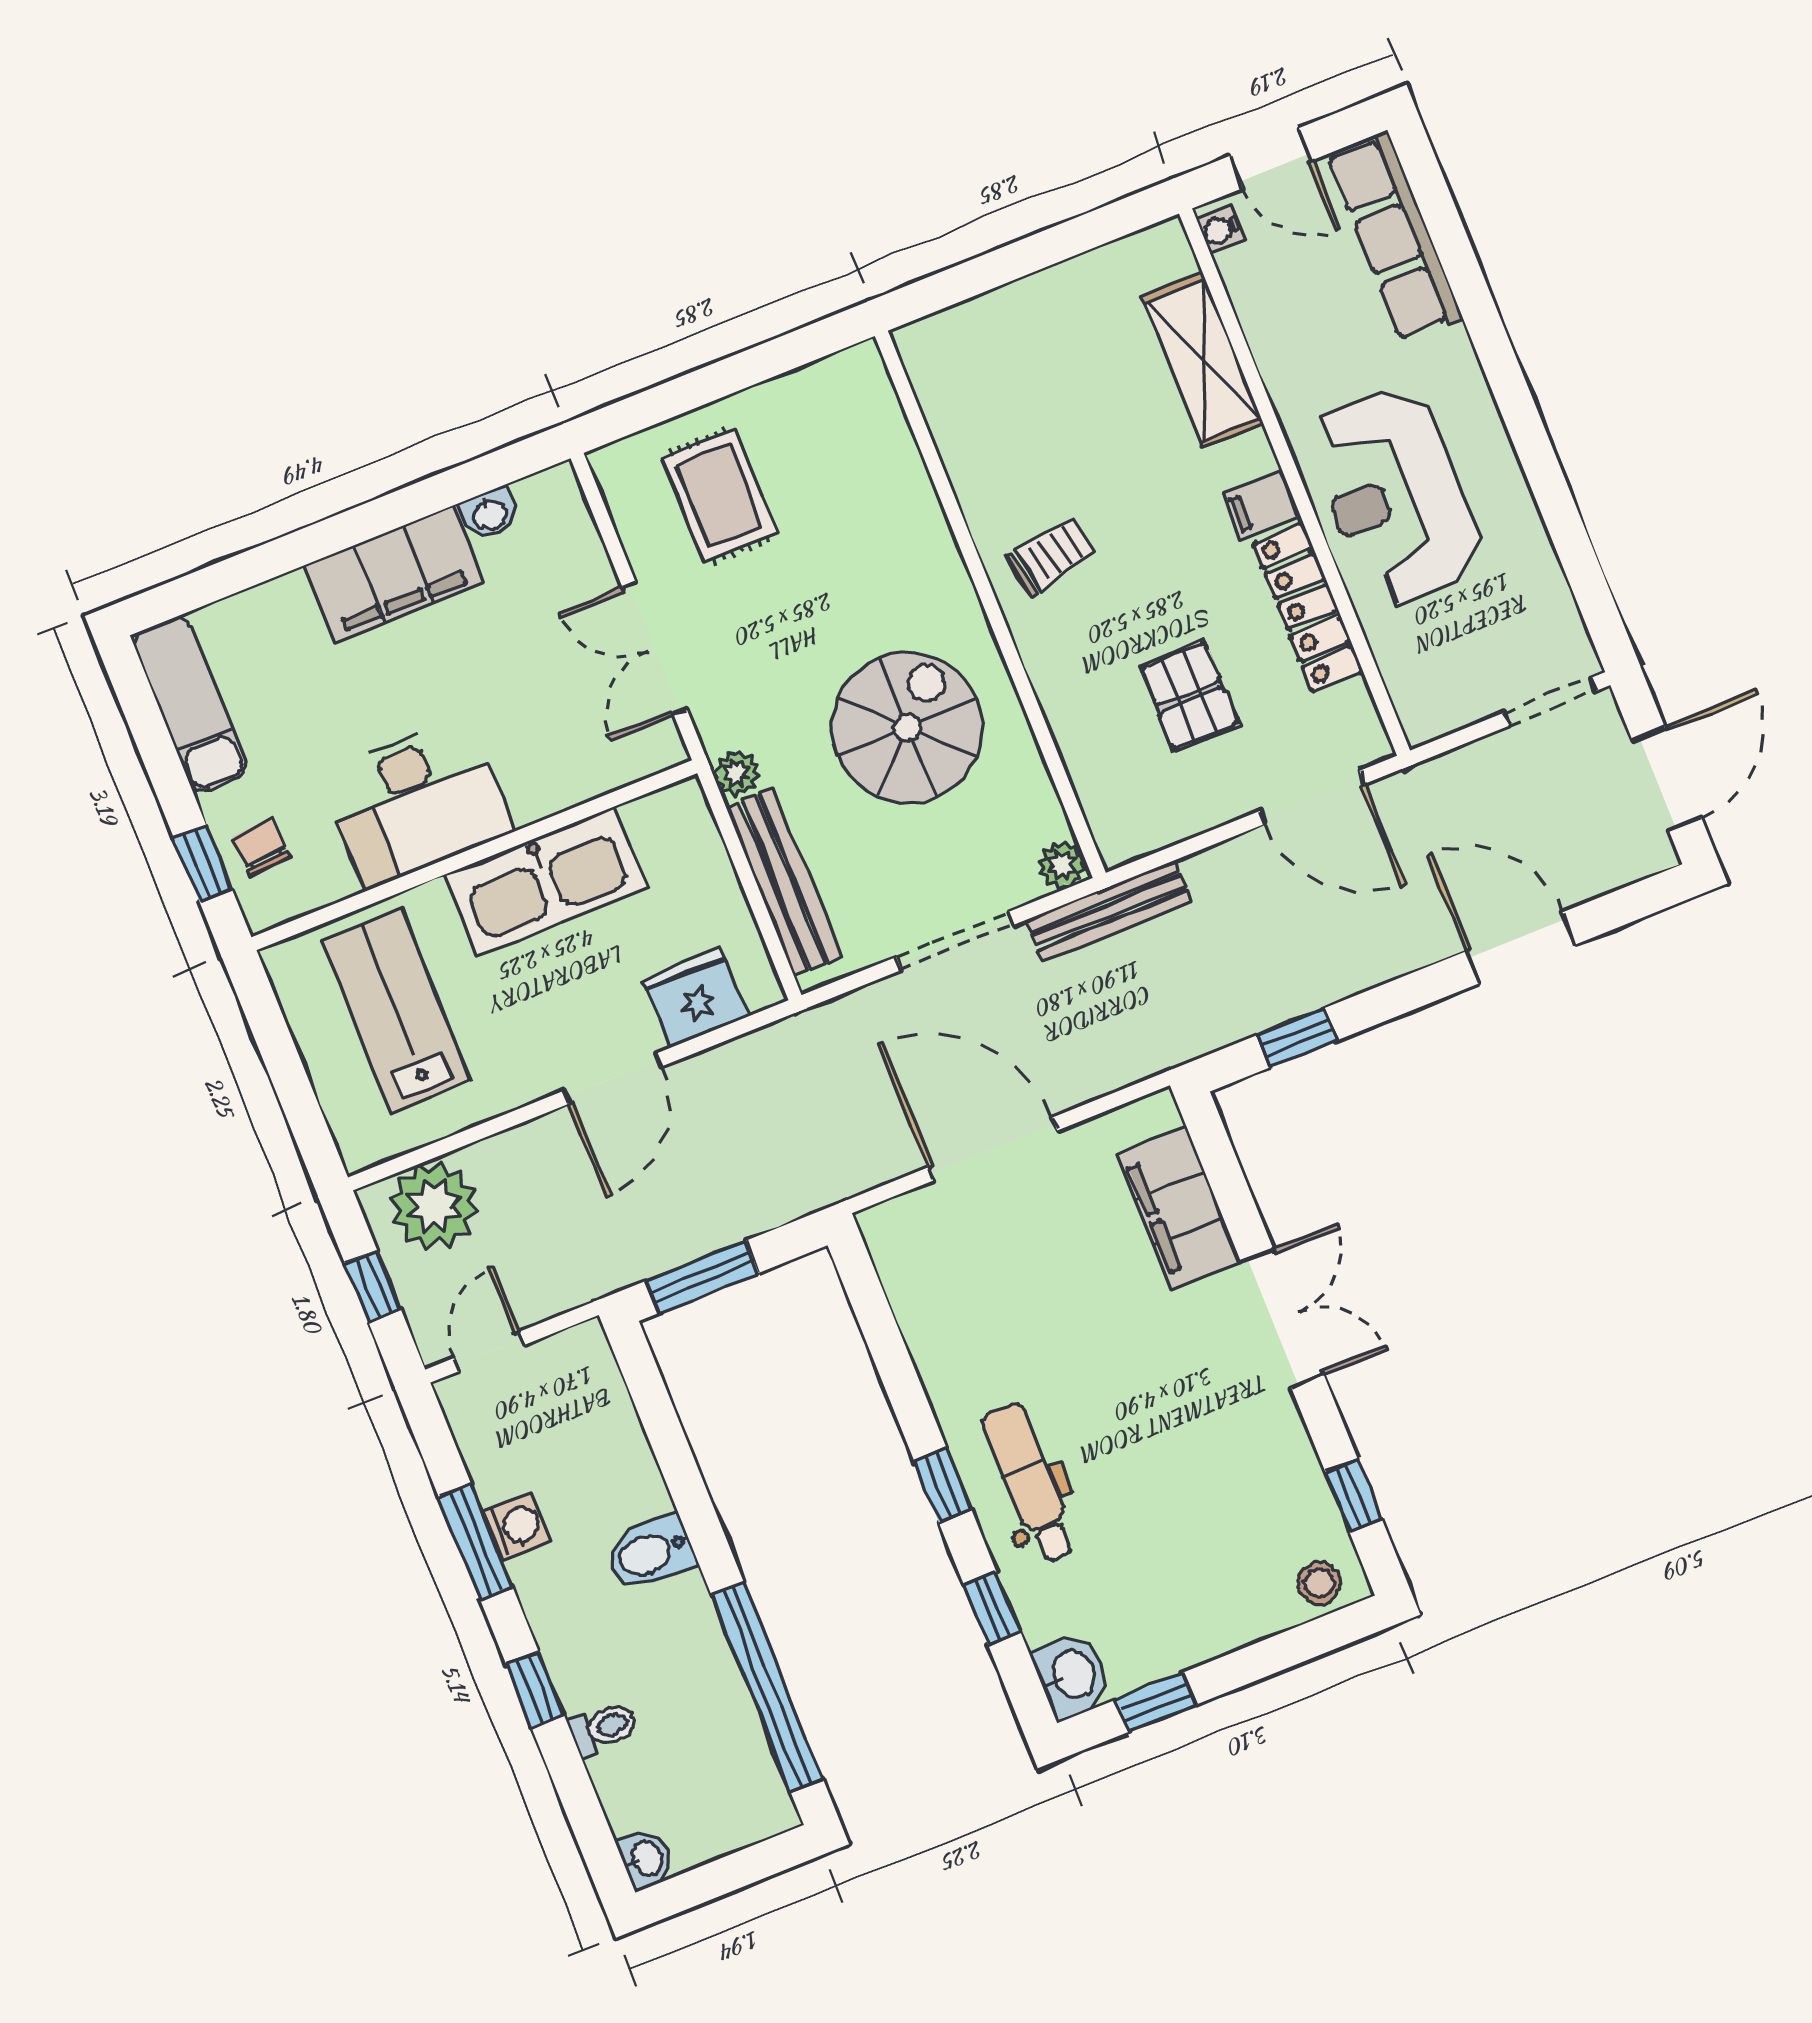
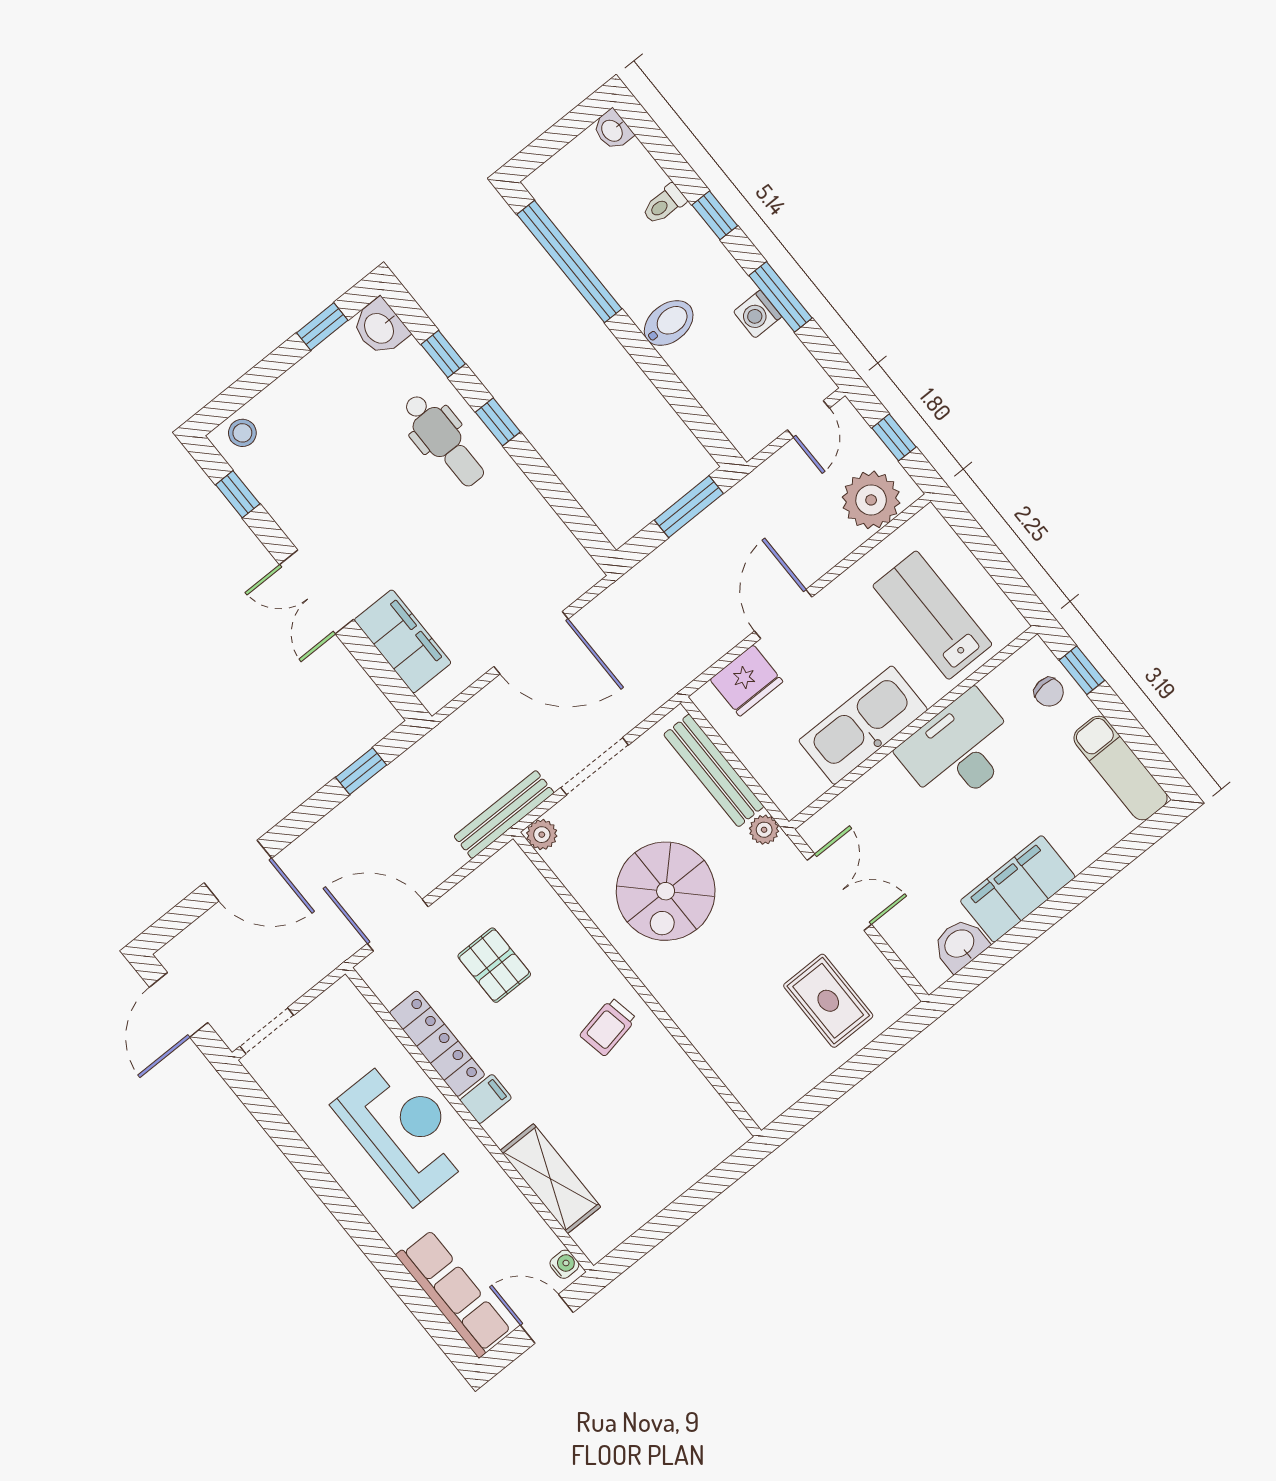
washbasin: (489, 514) -> (960, 944), width x1.38, depth x1.45
lab bench: (396, 1011) -> (932, 615), turned 180

